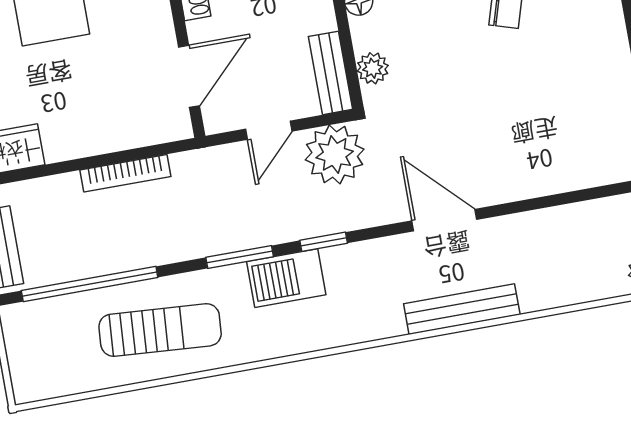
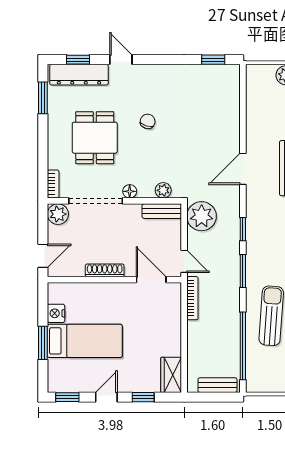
door: (269, 130) -> (184, 261), moved
bookcase: (125, 173) -> (192, 298), moved
barbecue: (286, 278) -> (257, 250), removed

